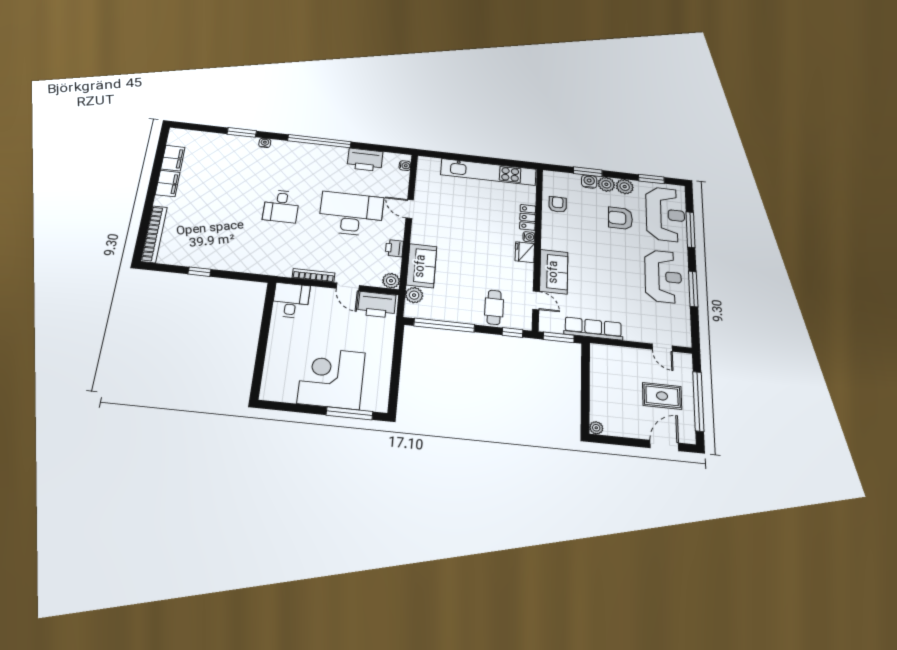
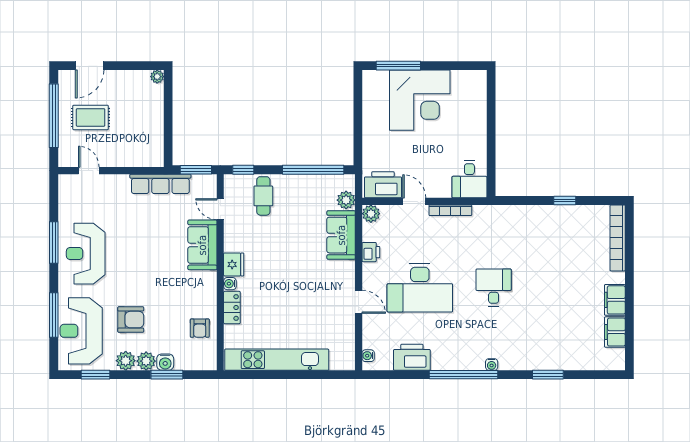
water cooler: (265, 143) -> (492, 364), moved

